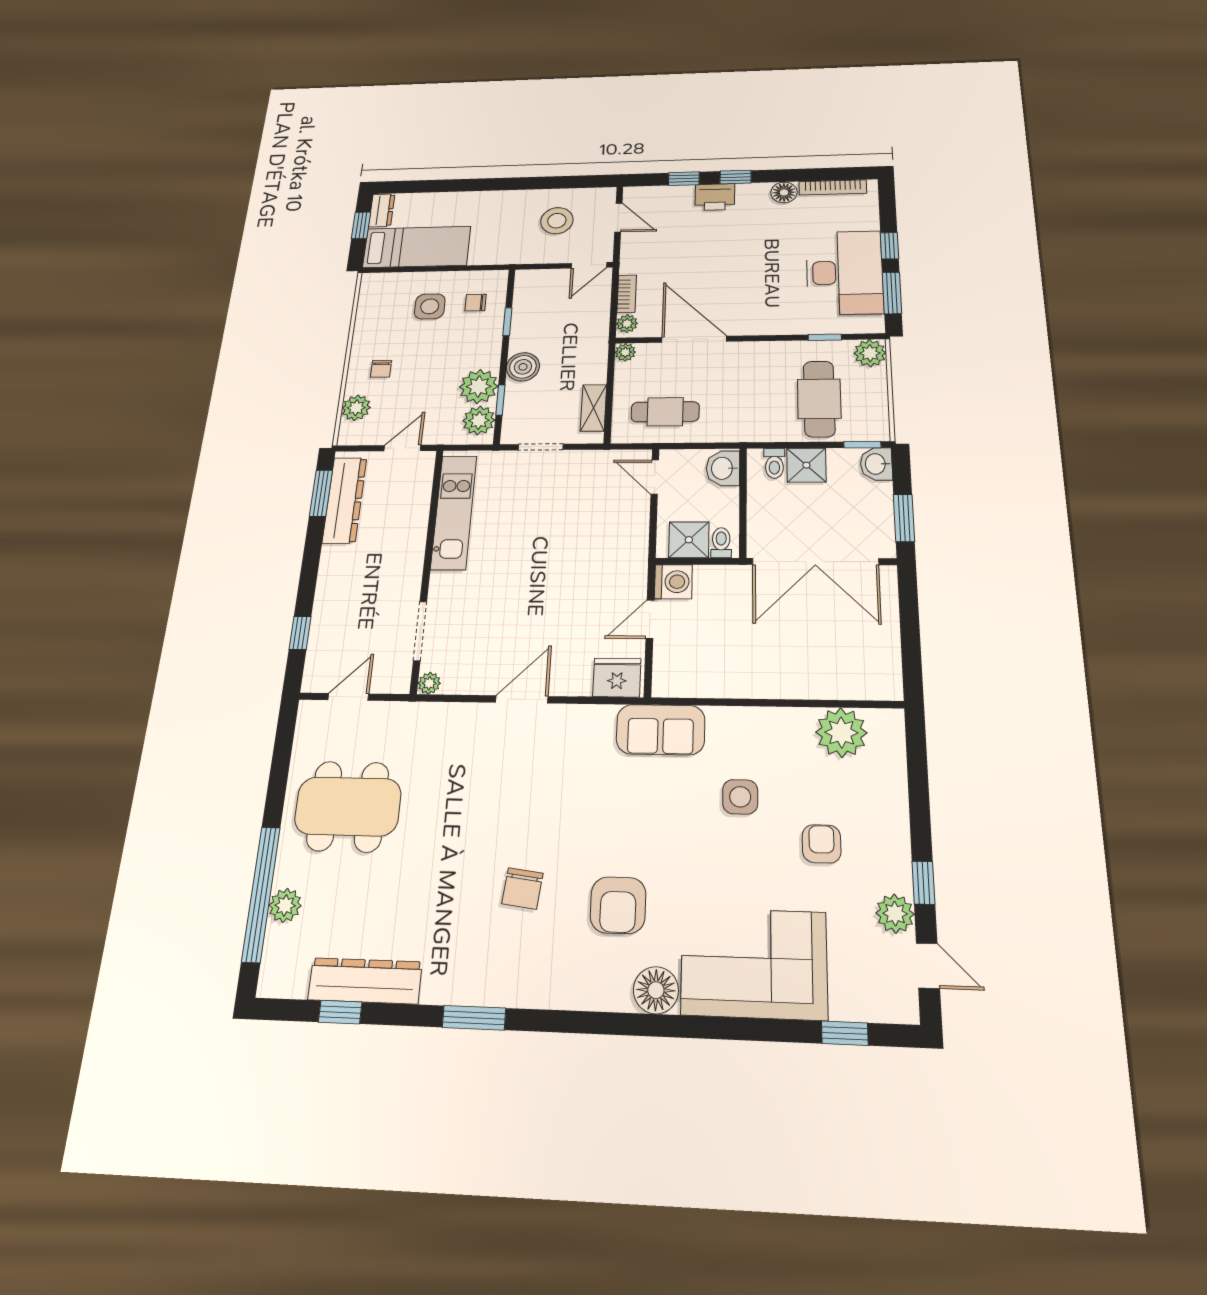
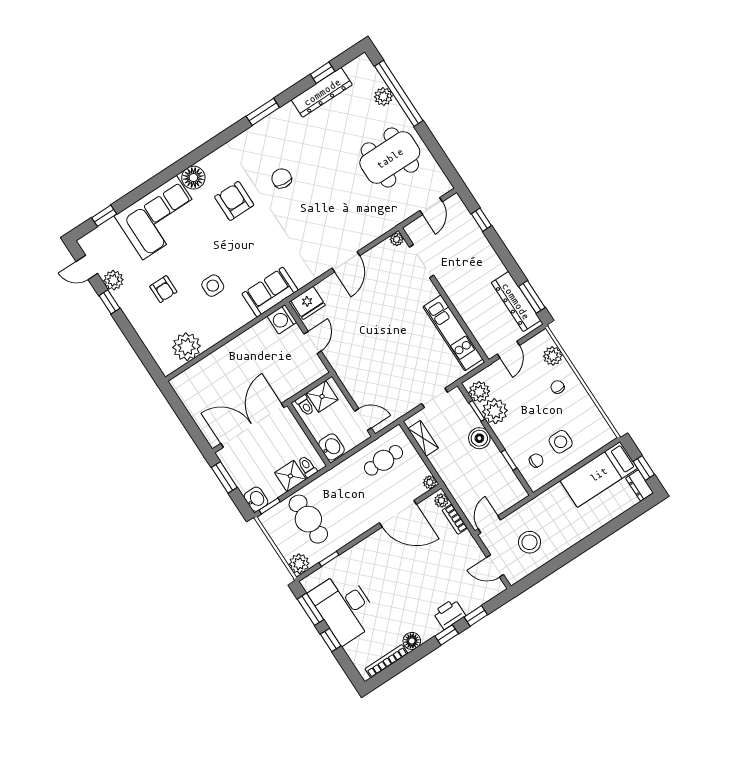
washing machine: (673, 582) -> (282, 319), moved

